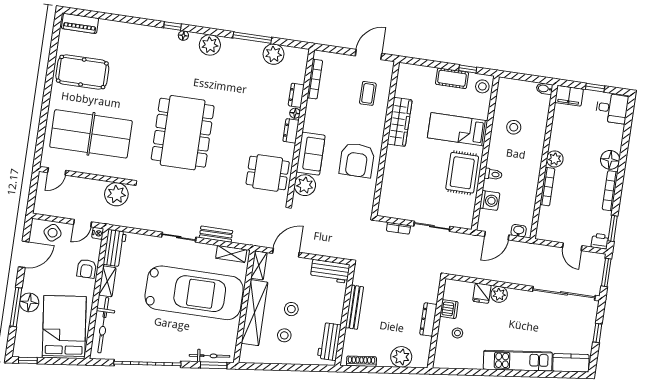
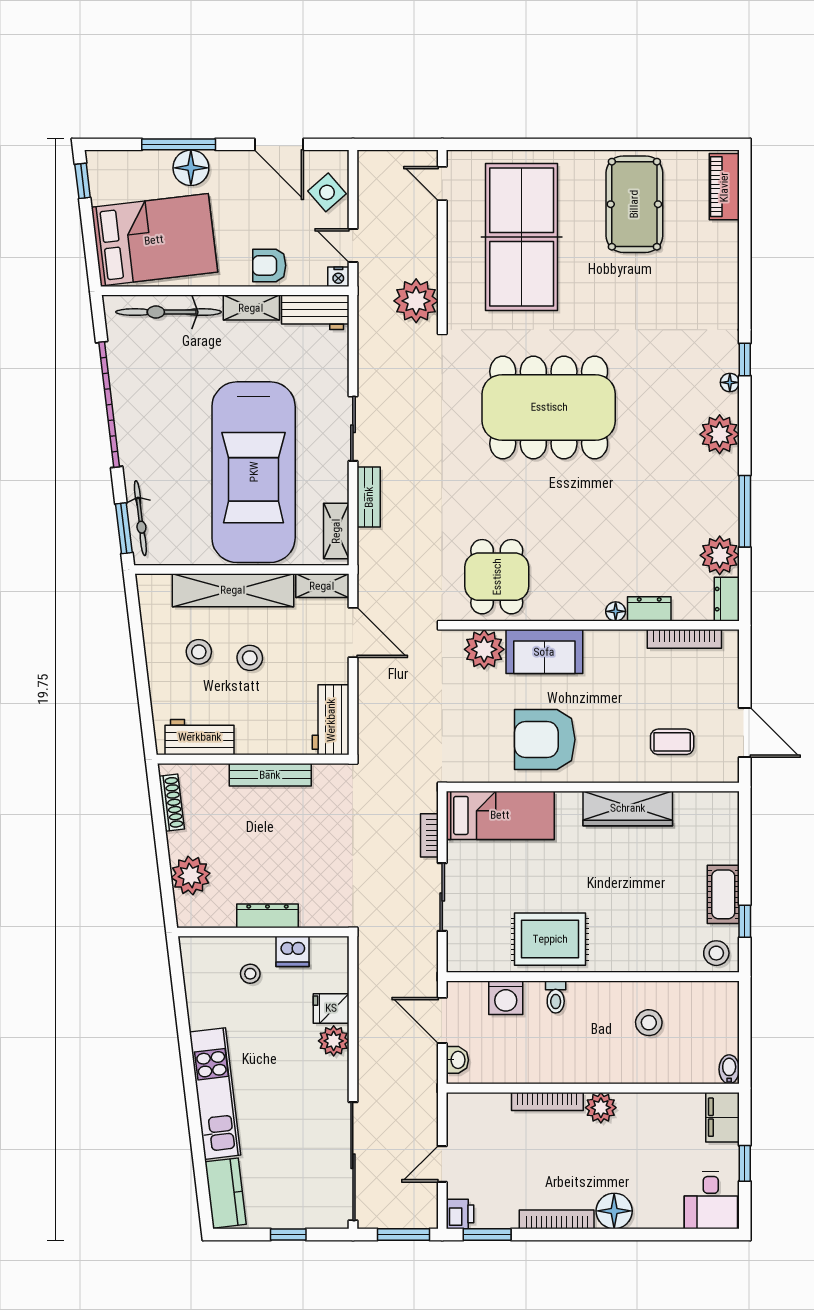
bed: (458, 129) -> (500, 815), moved, turned 90
dresser: (291, 131) -> (727, 599), moved, turned -90

